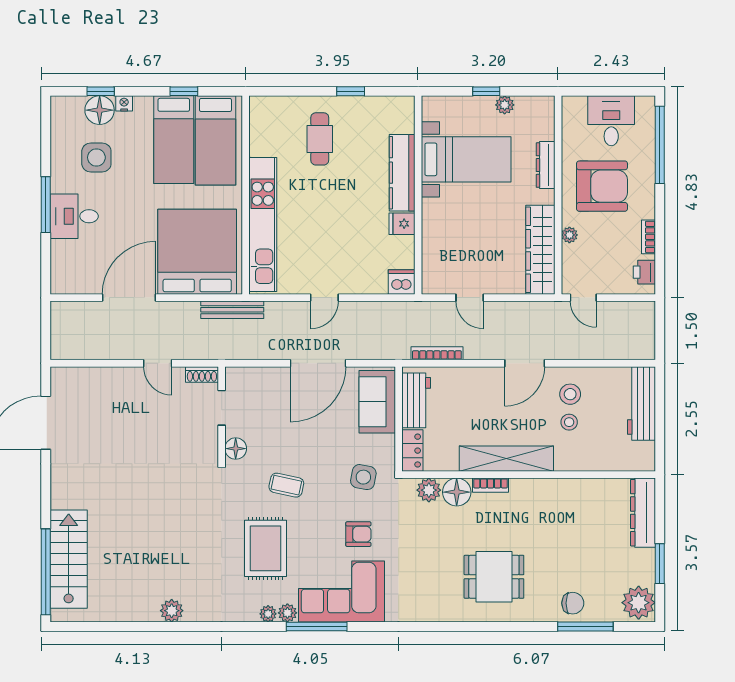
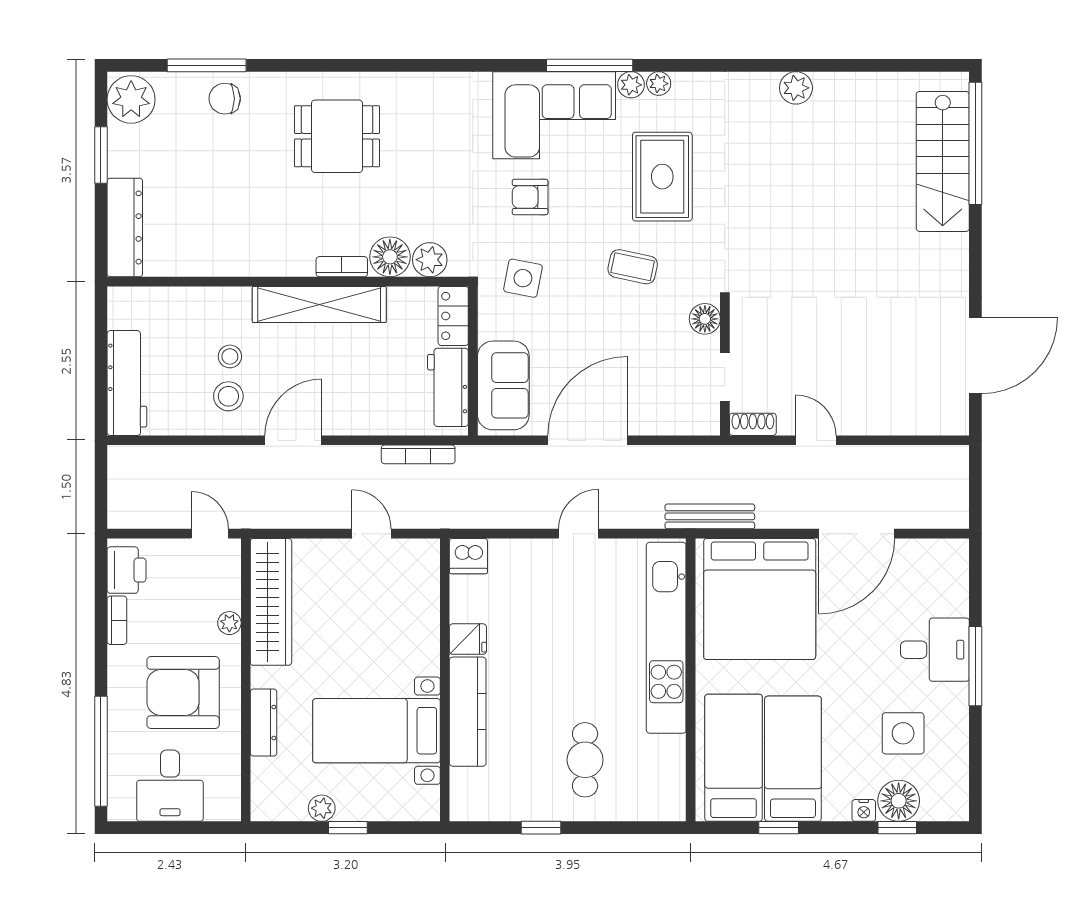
printer: (644, 272) -> (127, 570), width x1.36, depth x1.24

